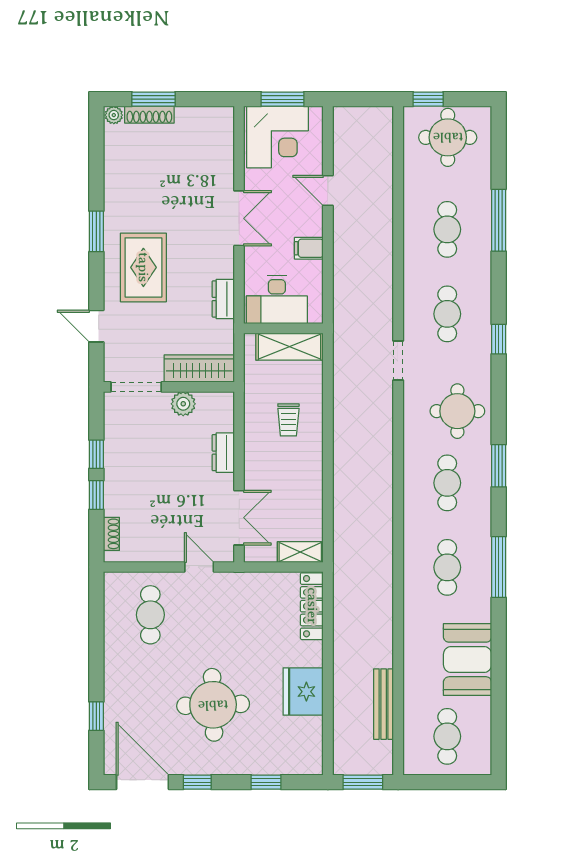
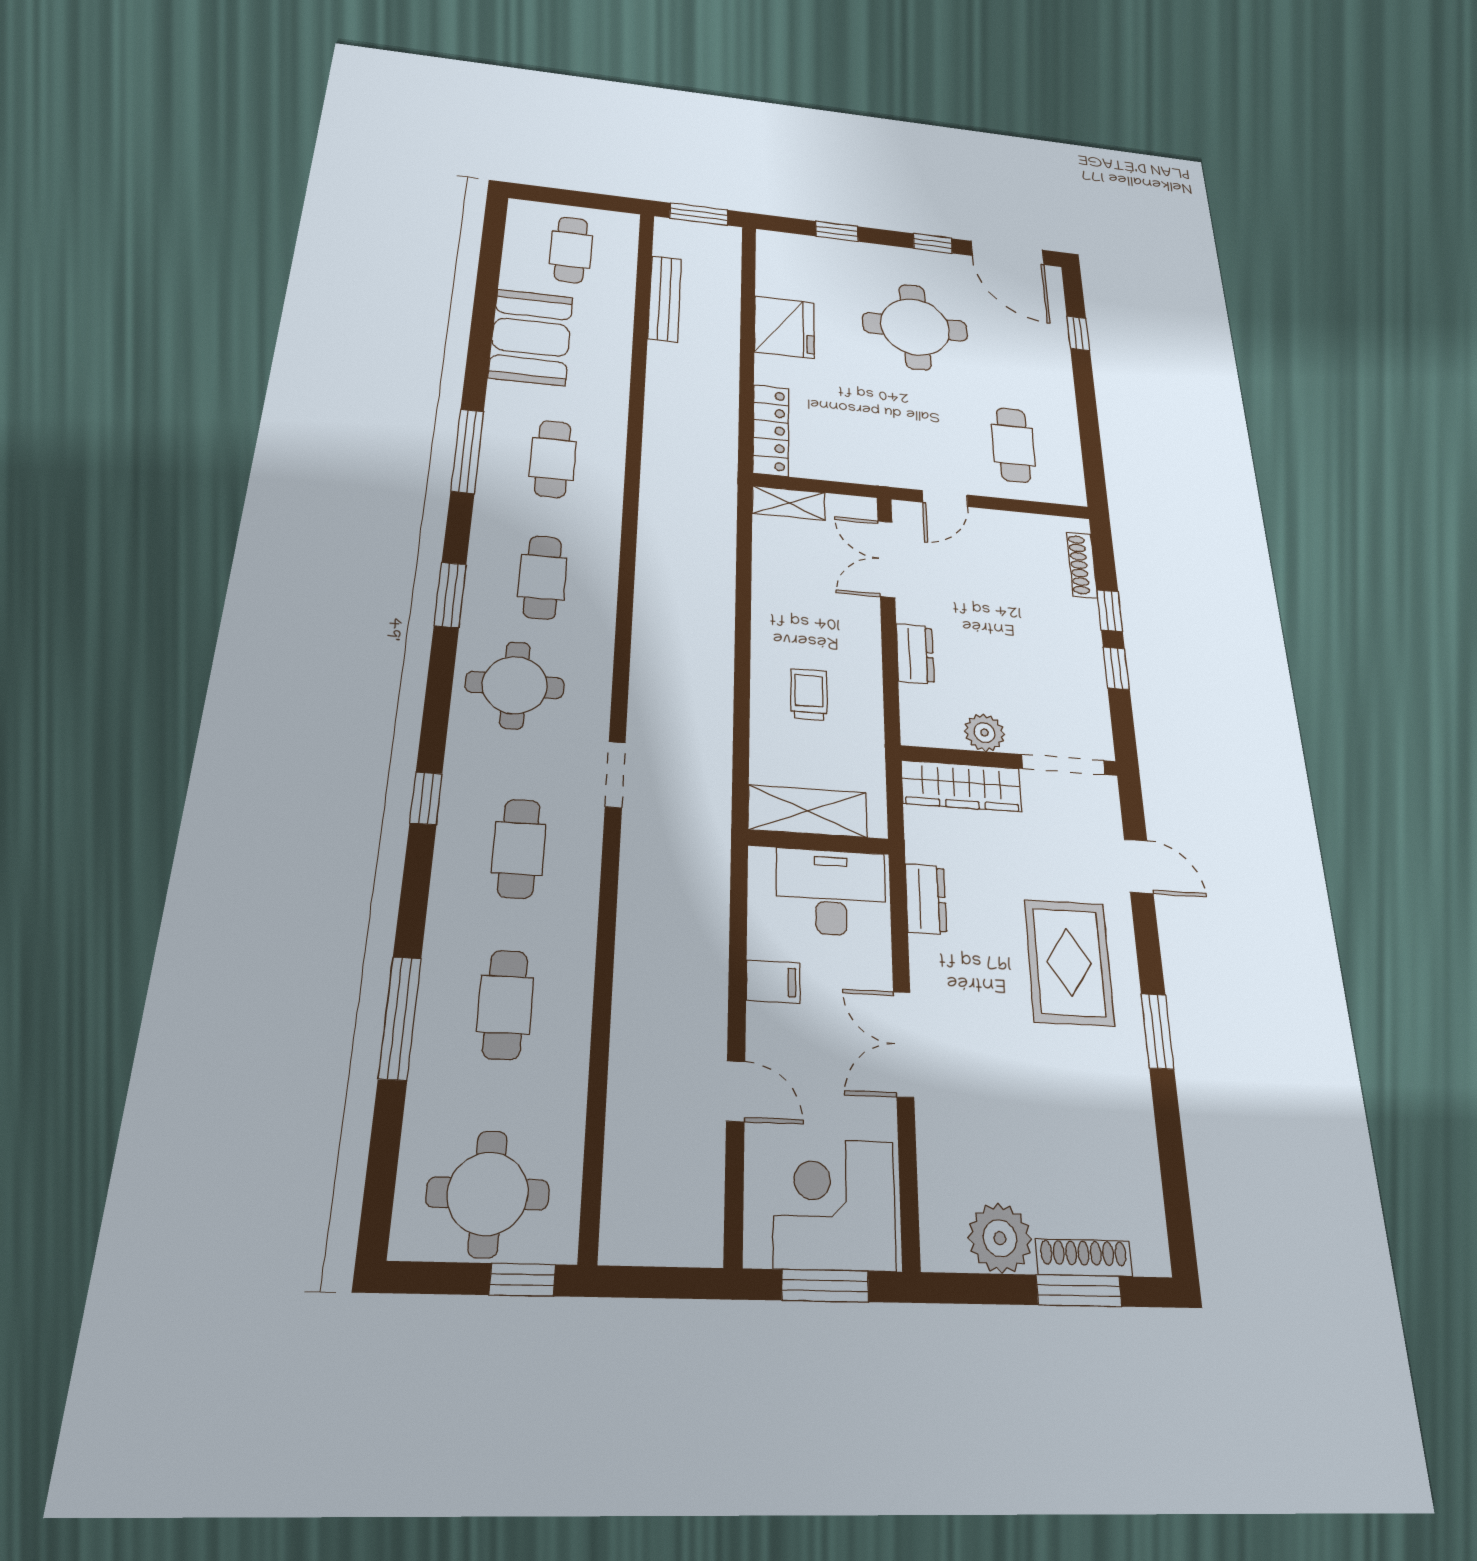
plant: (114, 115) -> (1000, 1238), moved, width x1.87, depth x1.87
shoe rack: (111, 534) -> (1082, 565), width x1.43
door: (199, 567) -> (945, 499), hinge flipped

